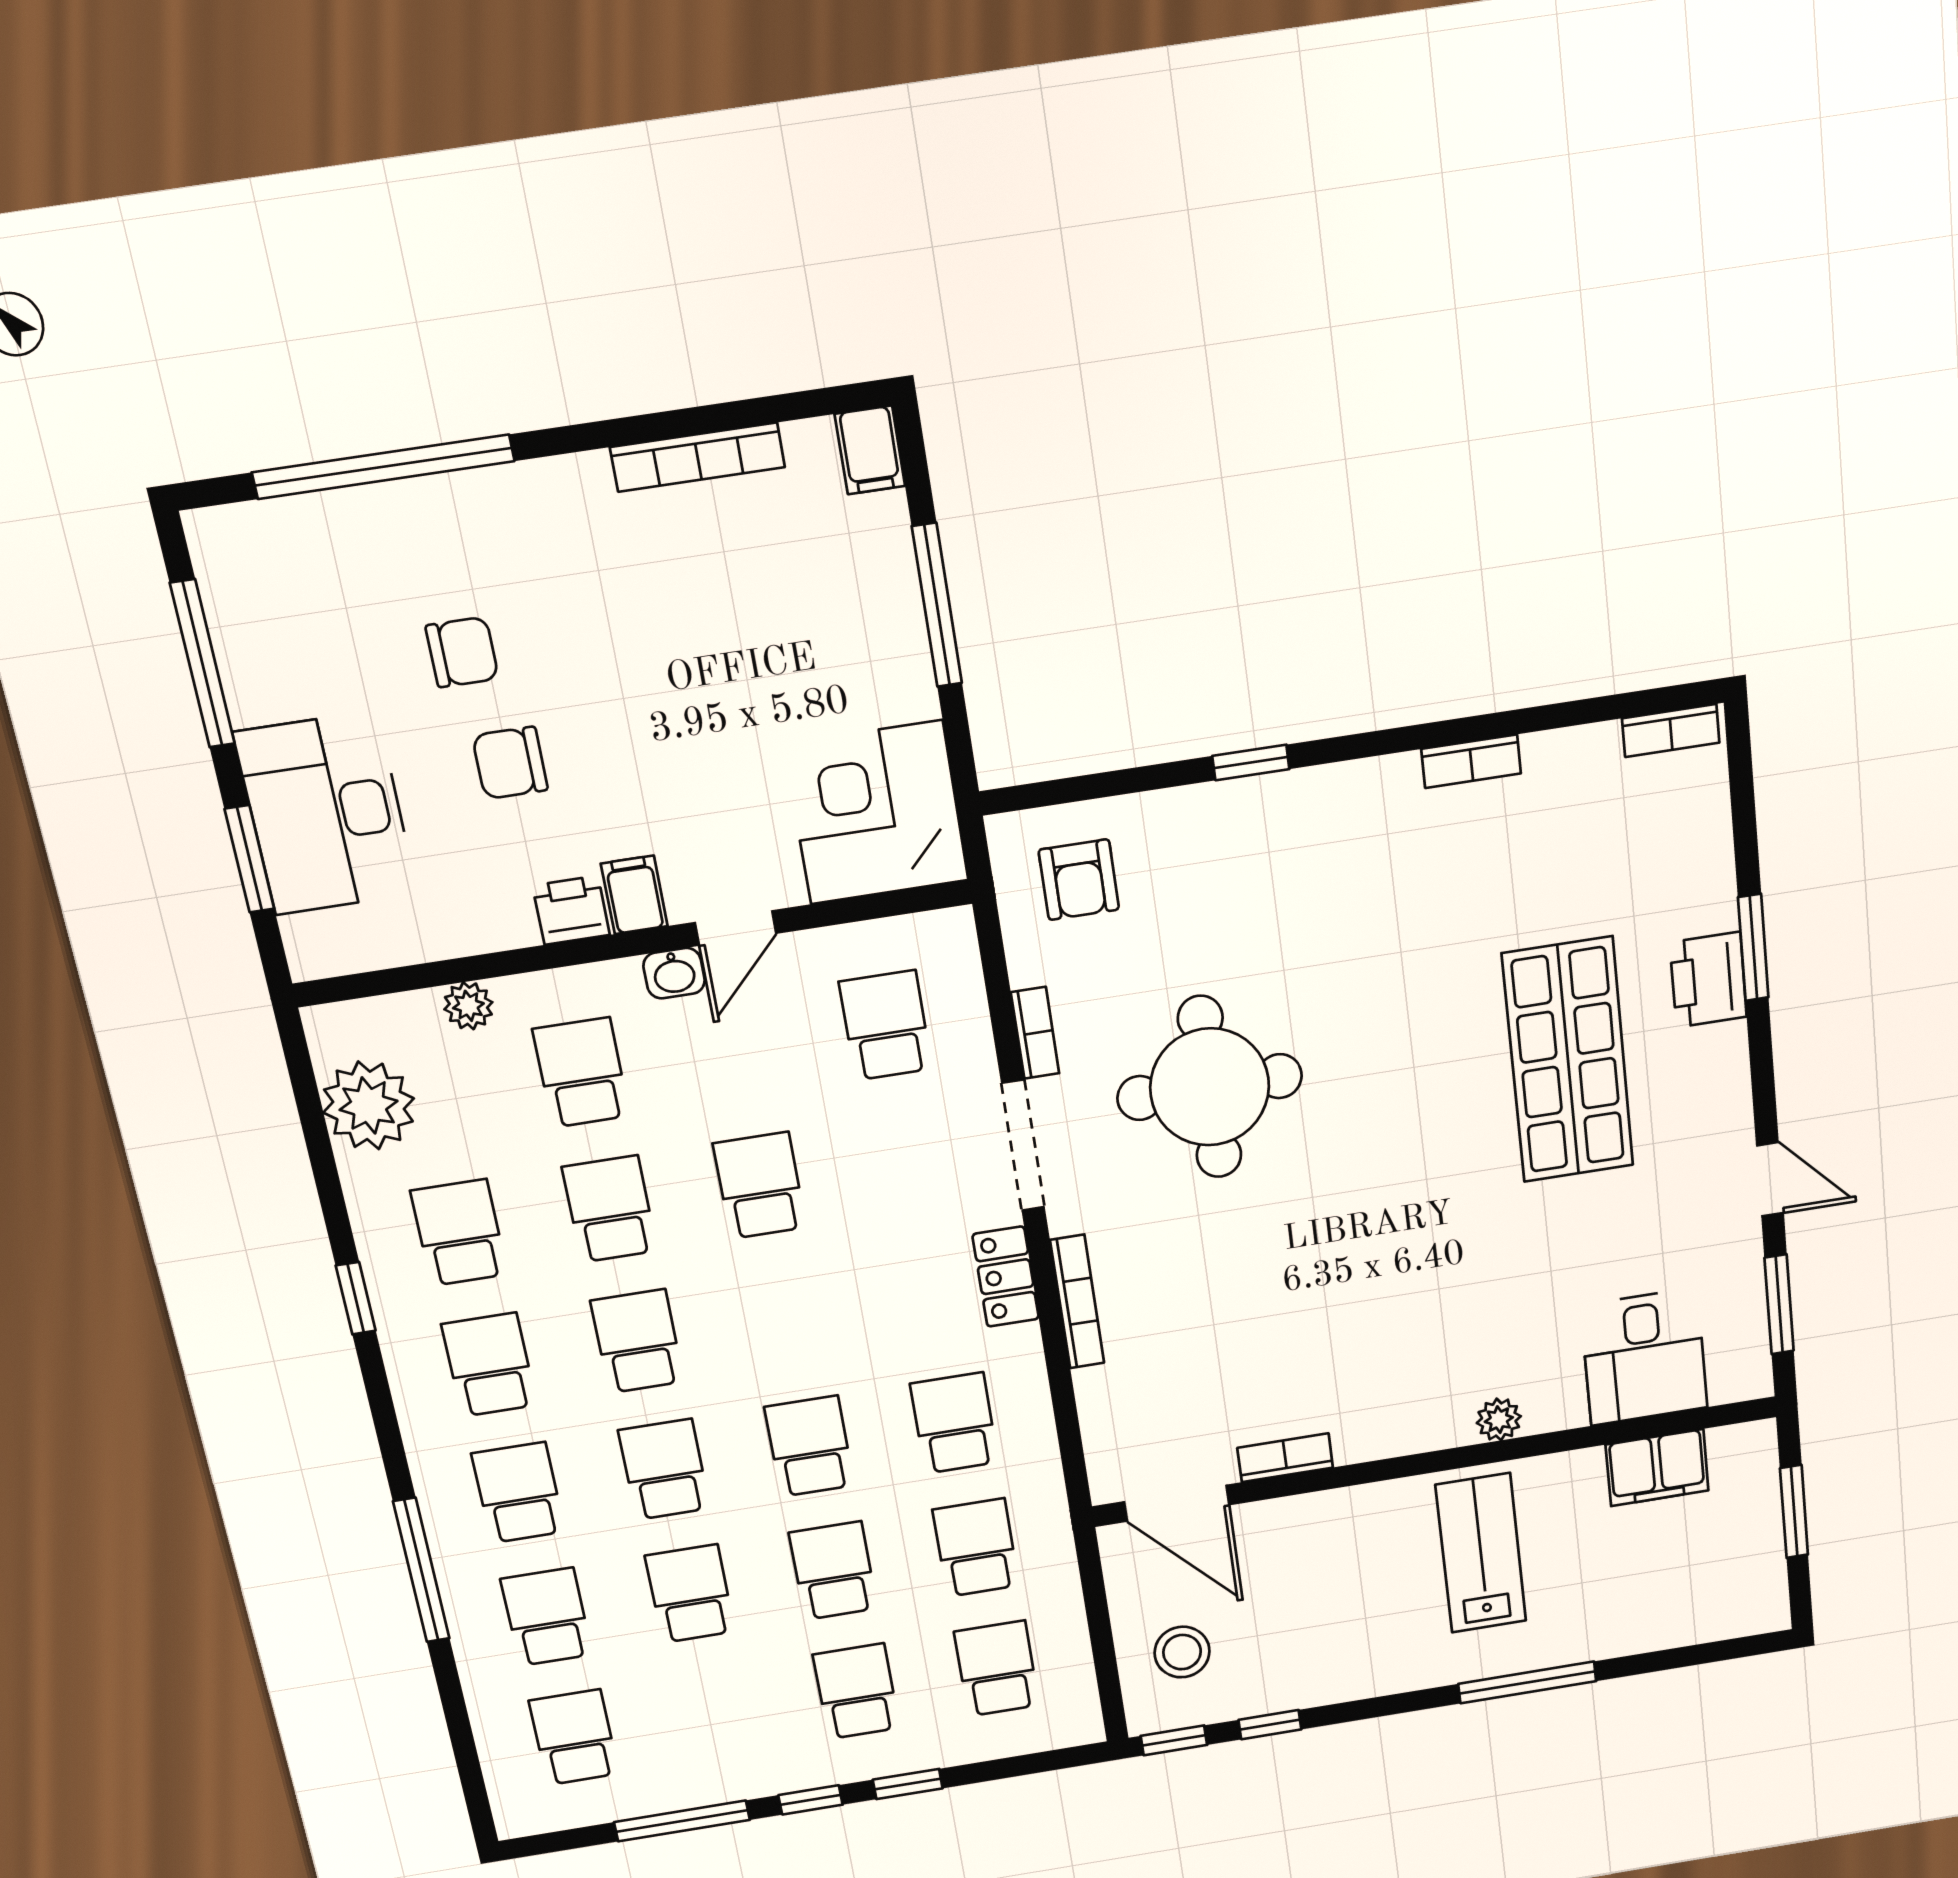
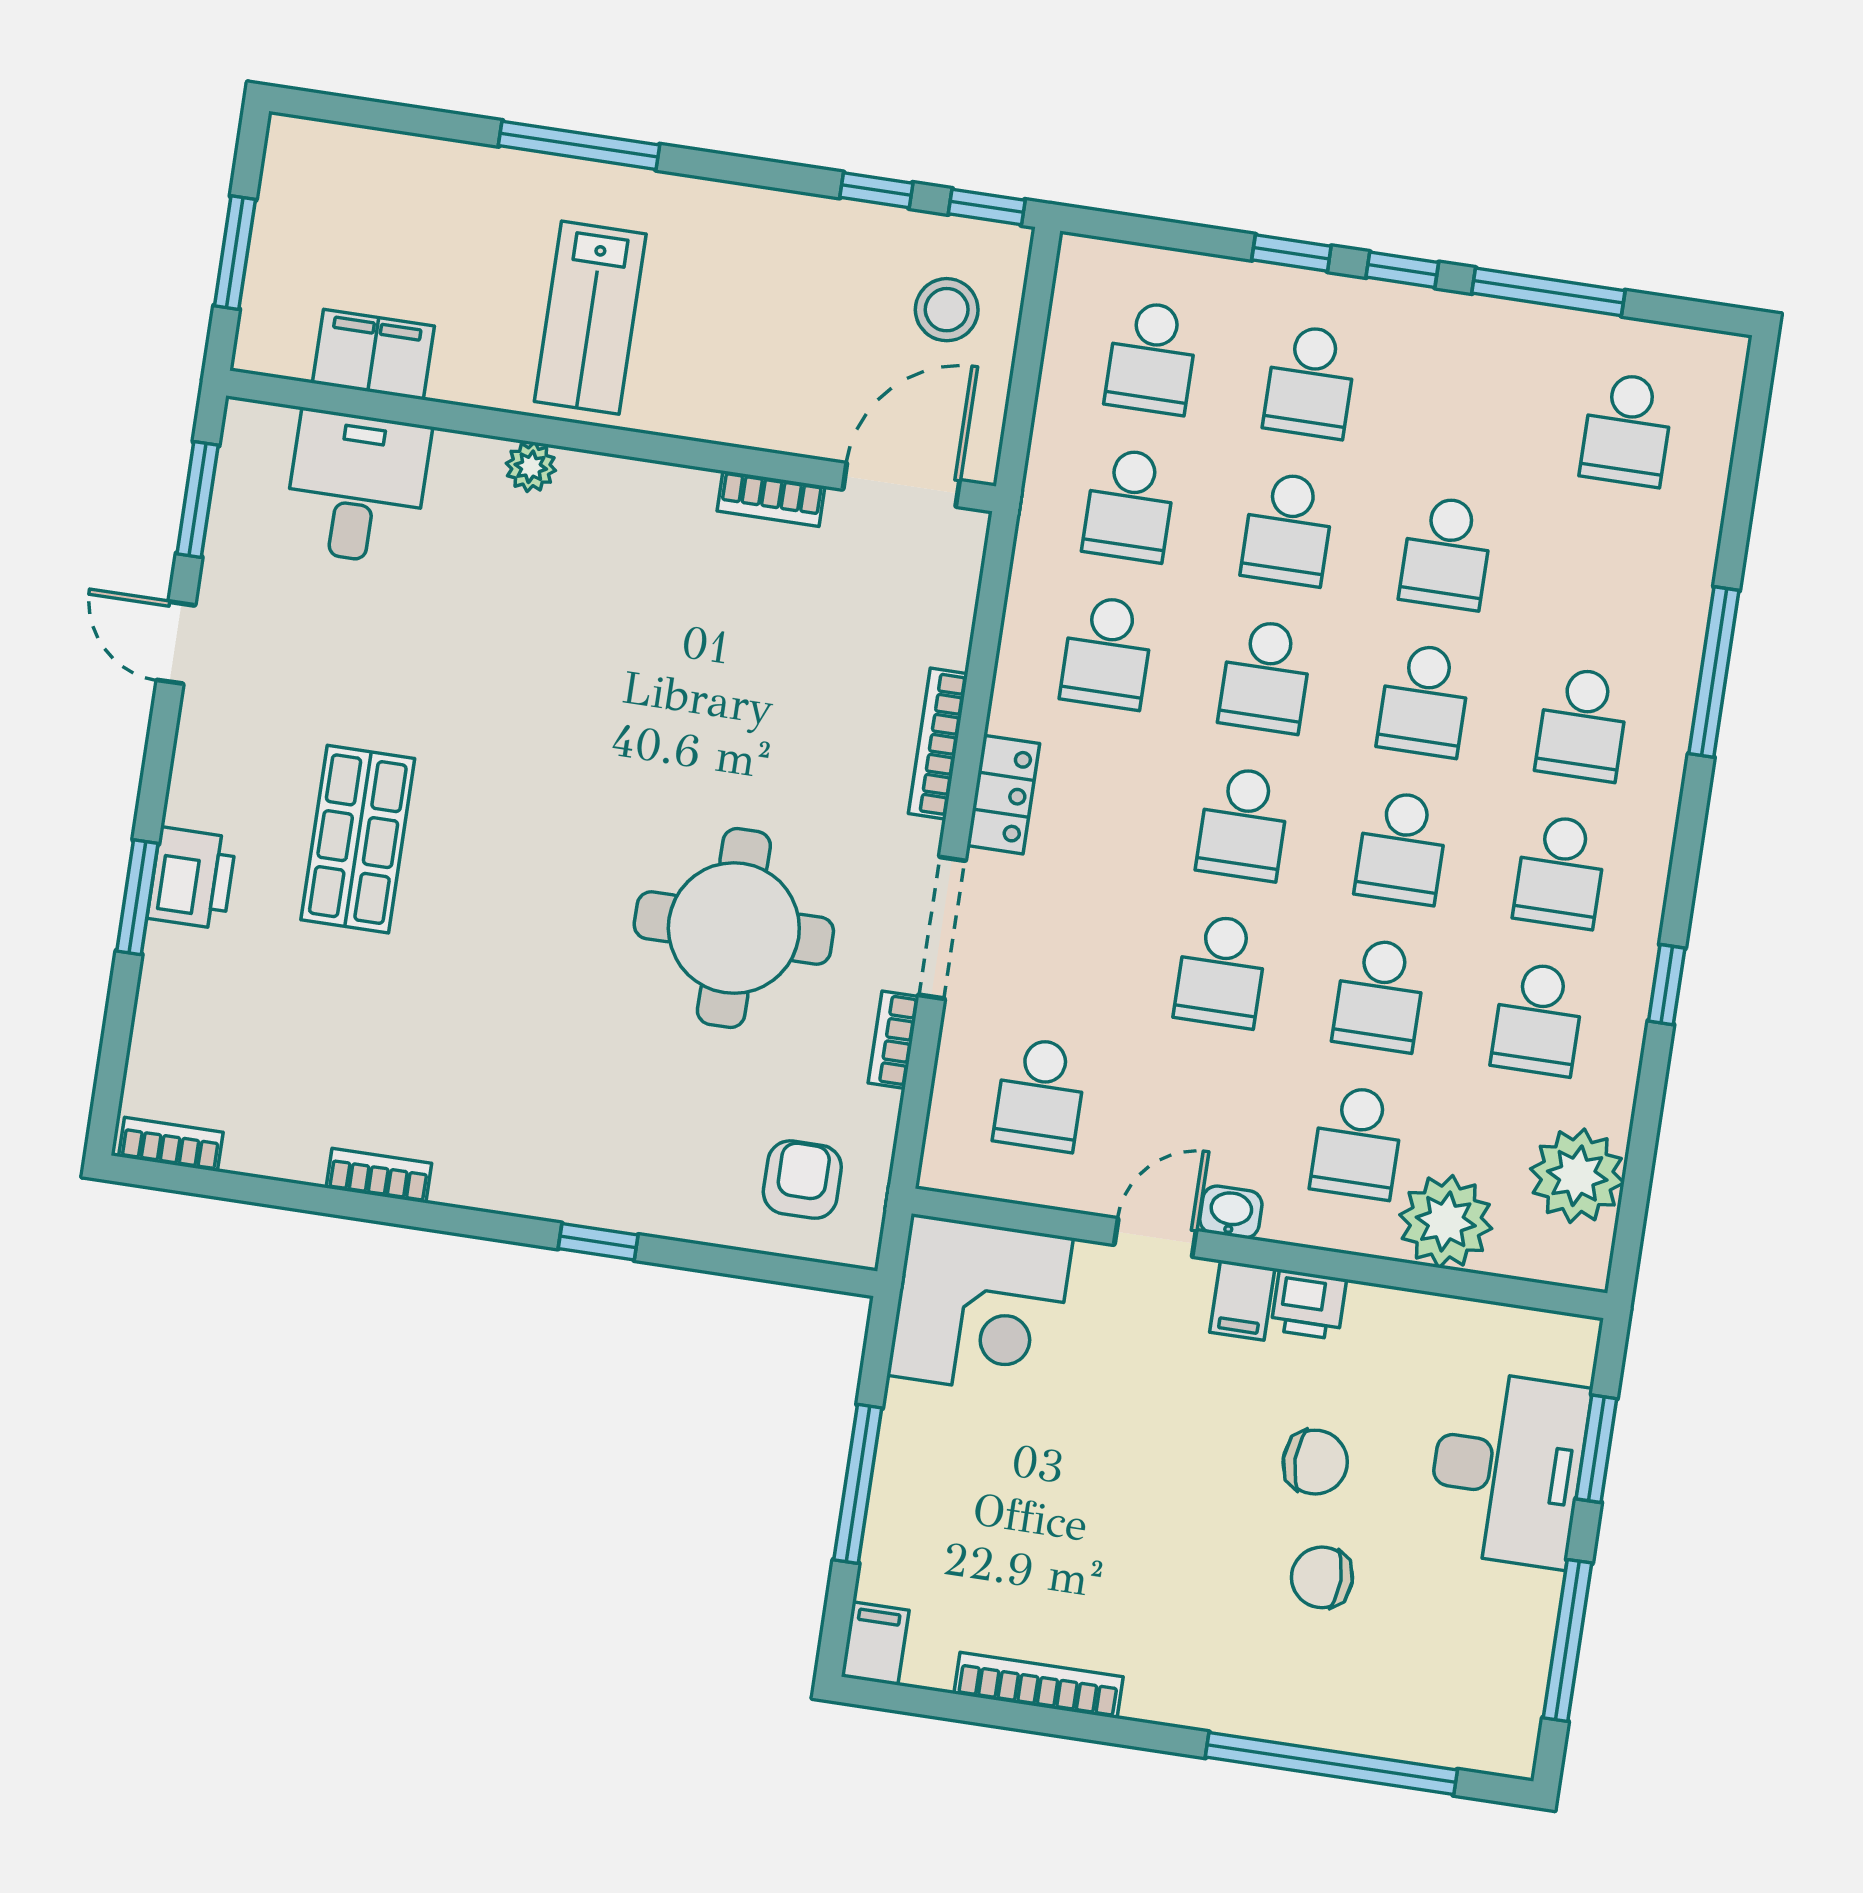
plant: (468, 1006) -> (1446, 1222), width x1.88, depth x1.88
shop shelf: (1568, 1060) -> (358, 839), width x0.70, depth x0.74
door: (1177, 1503) -> (901, 485), hinge flipped
school desk: (547, 1617) -> (1243, 824), moved

